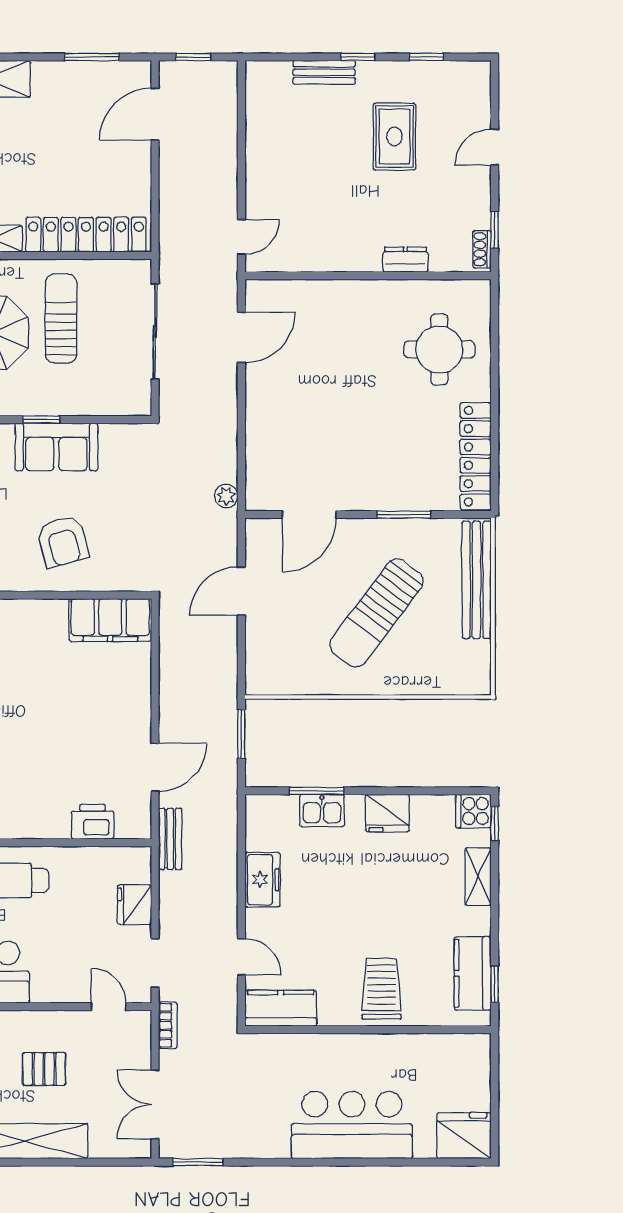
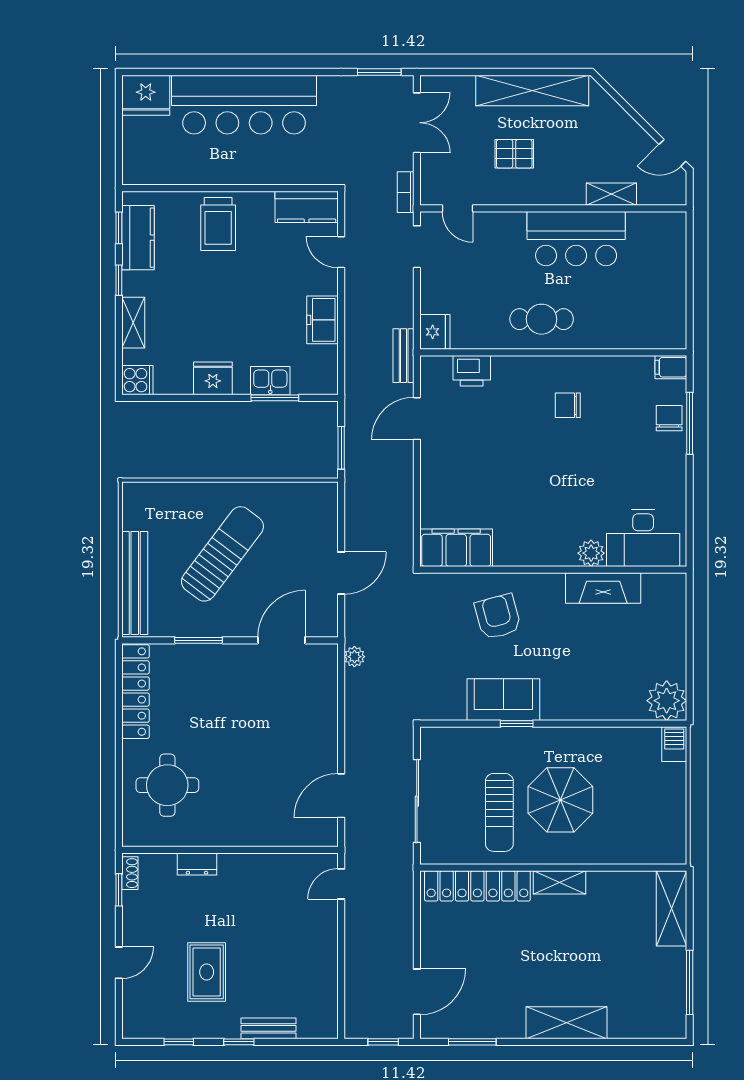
window: (495, 823) -> (119, 280), moved
fridge: (134, 905) -> (435, 332), moved
bar counter: (352, 1125) -> (244, 105), width x1.36

